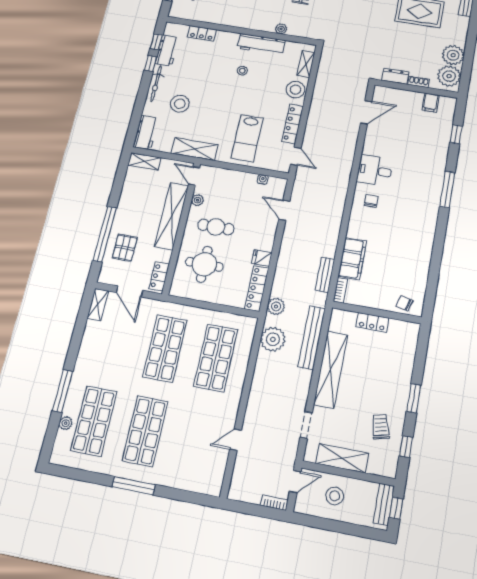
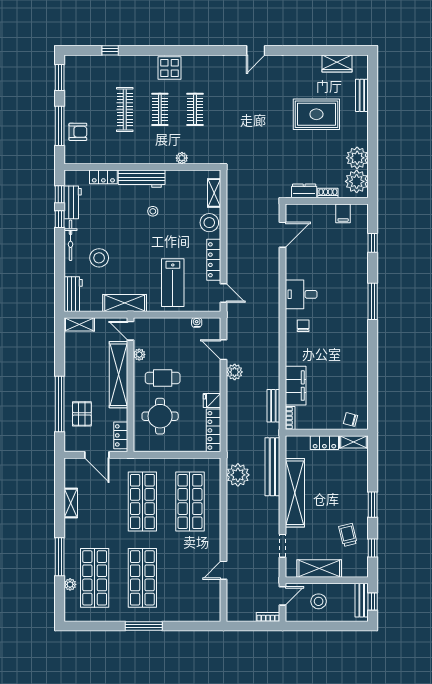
workbench: (261, 44) -> (142, 179), moved
shelving: (98, 305) -> (71, 503), moved
plant: (276, 306) -> (235, 372), moved
shelving: (404, 327) -> (353, 442), added

